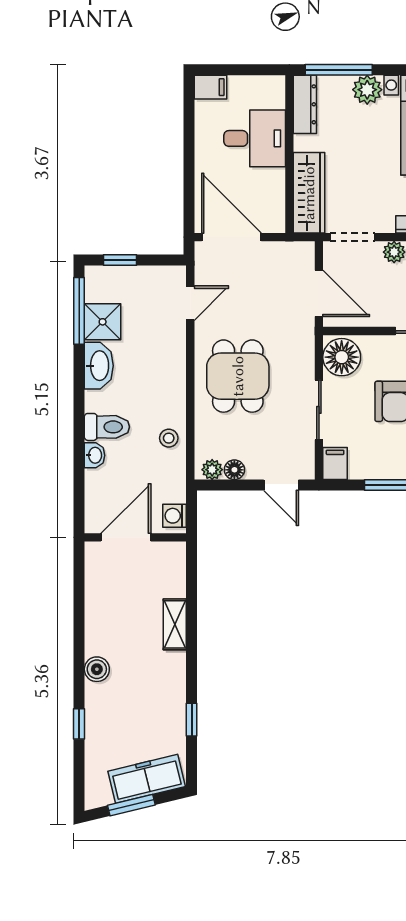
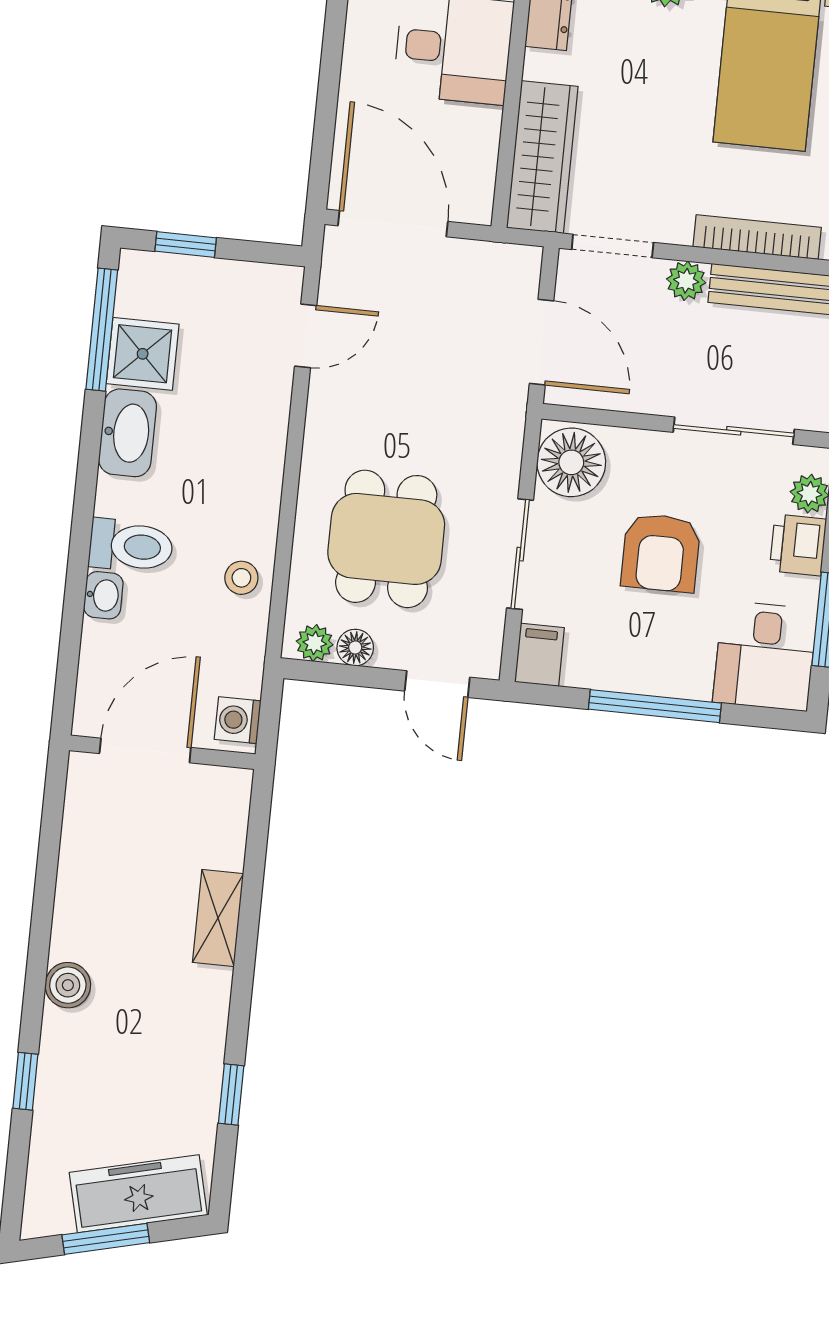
dining table: (238, 376) -> (386, 539), moved

